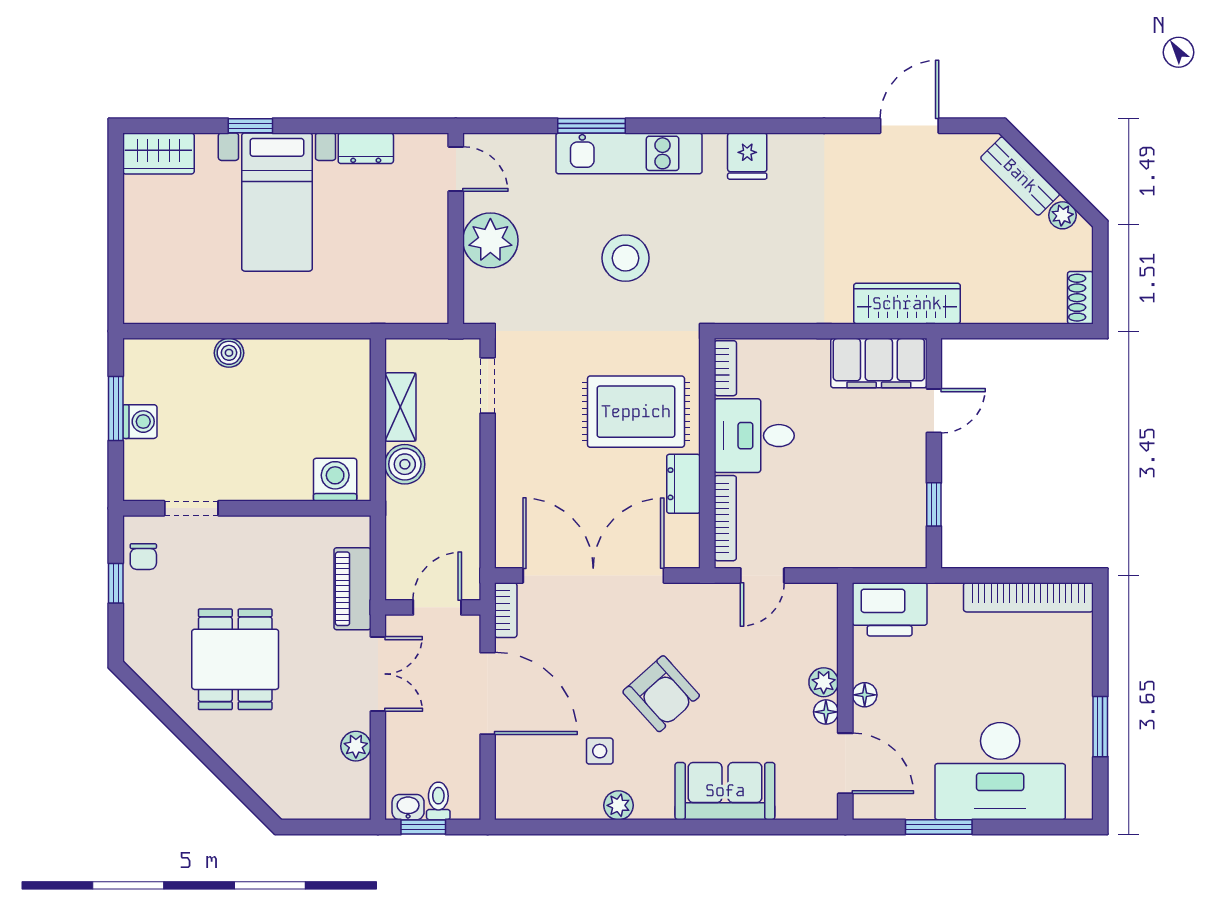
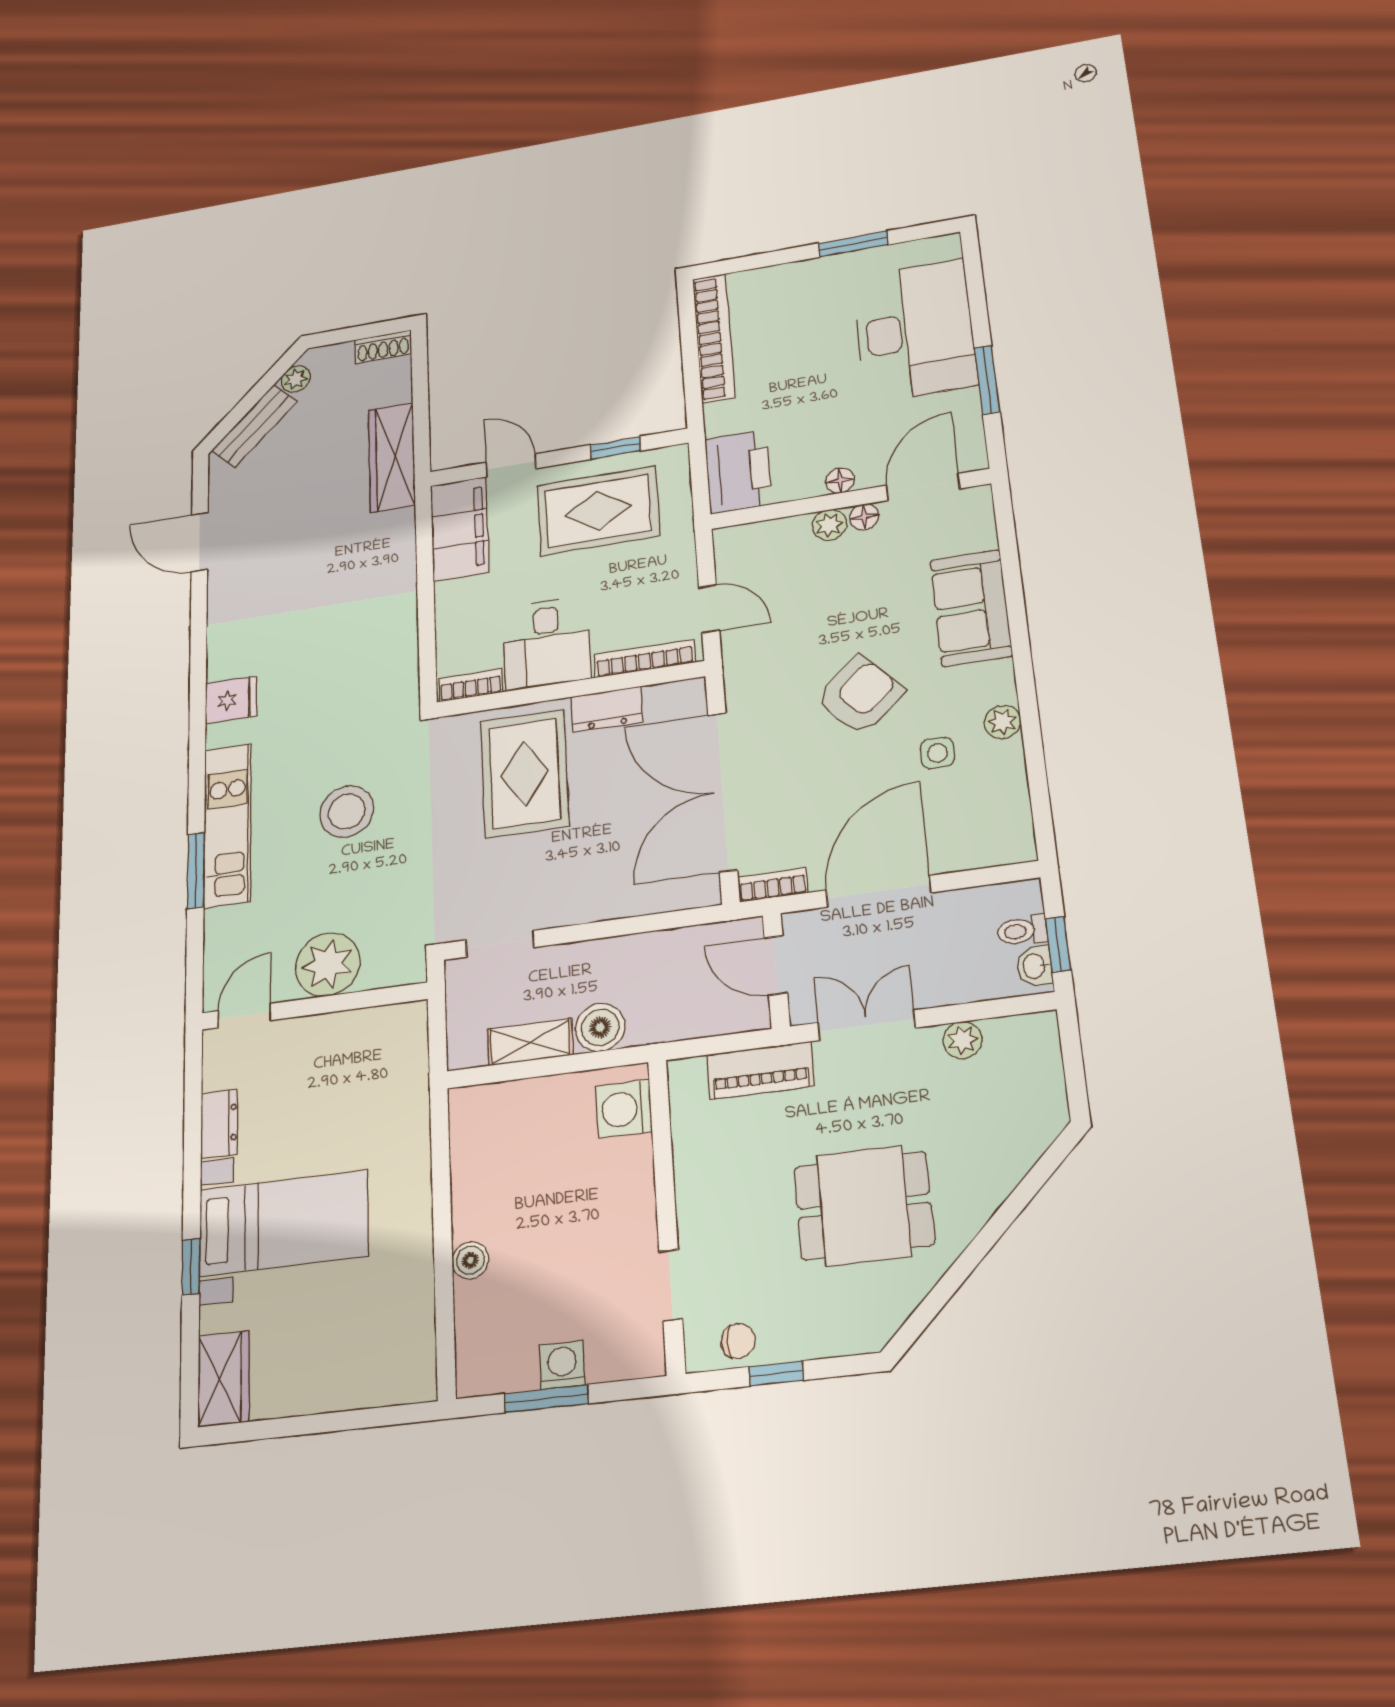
wardrobe: (907, 304) -> (392, 457), moved
rug: (874, 486) -> (598, 511), added

